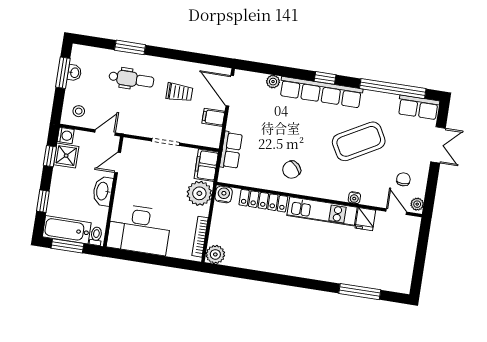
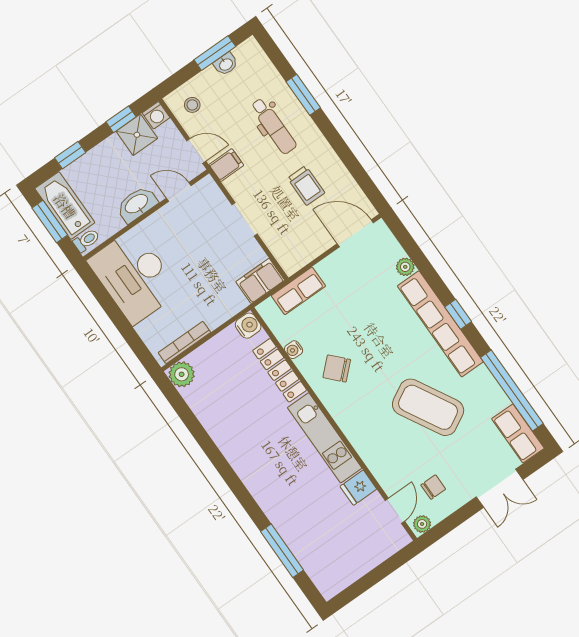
door: (230, 91) -> (355, 233), hinge flipped
filing cabinet: (213, 117) -> (226, 165), moved, turned 90
plant: (199, 193) -> (226, 301), removed
water cooler: (354, 198) -> (294, 350), moved

